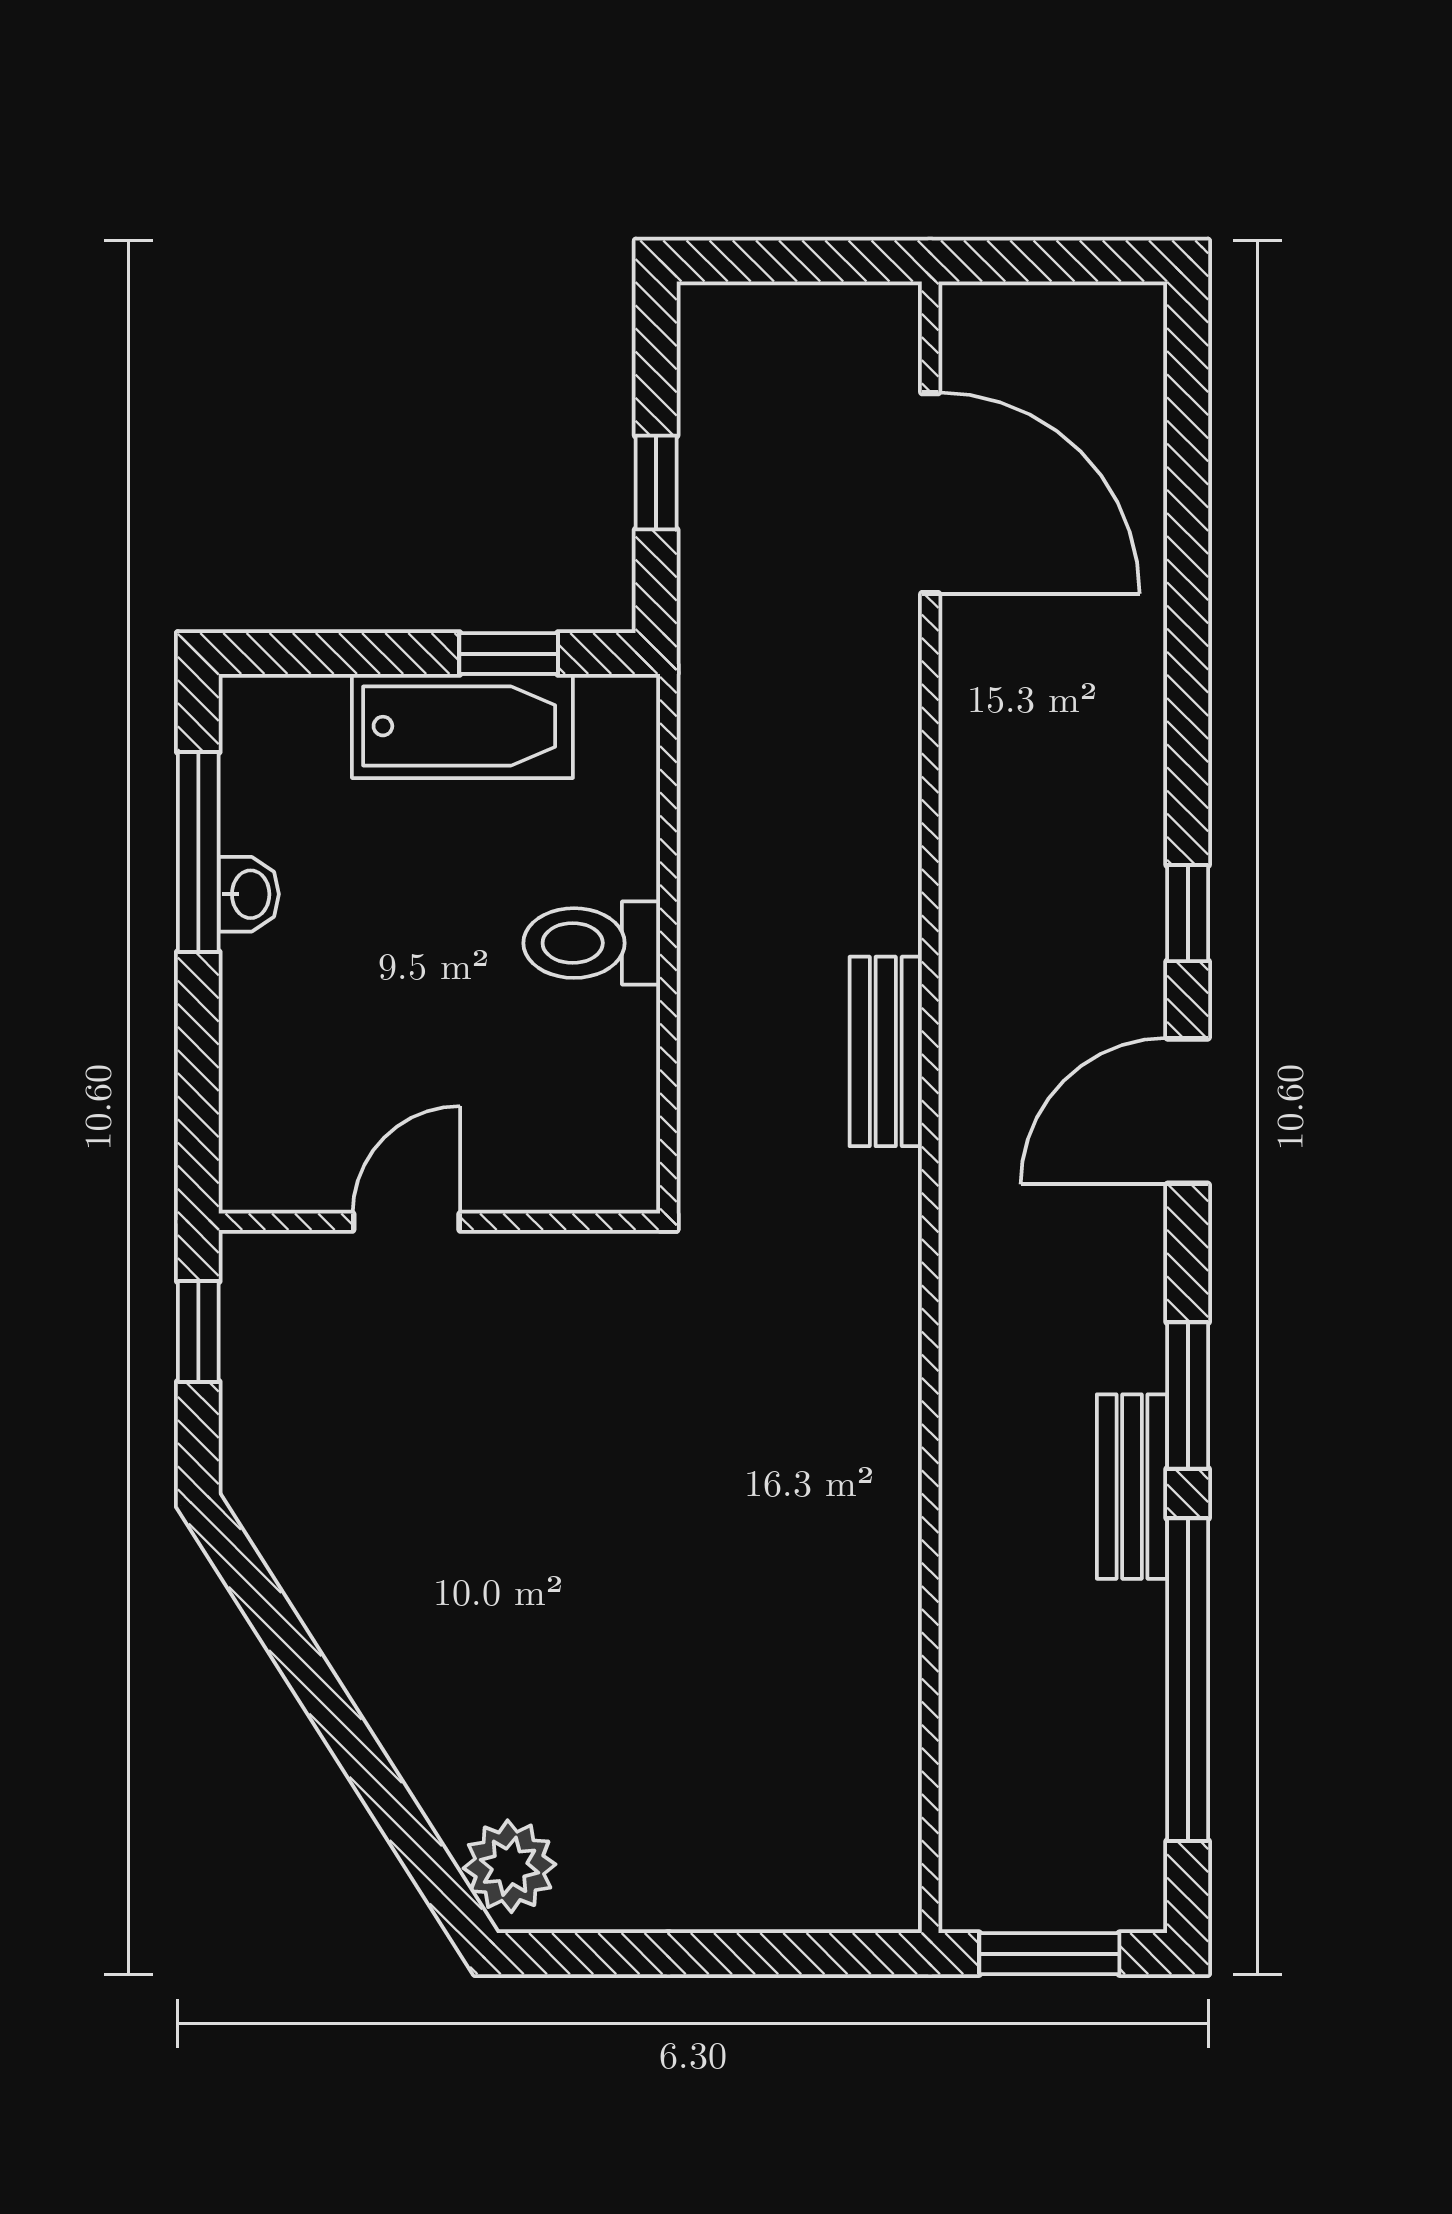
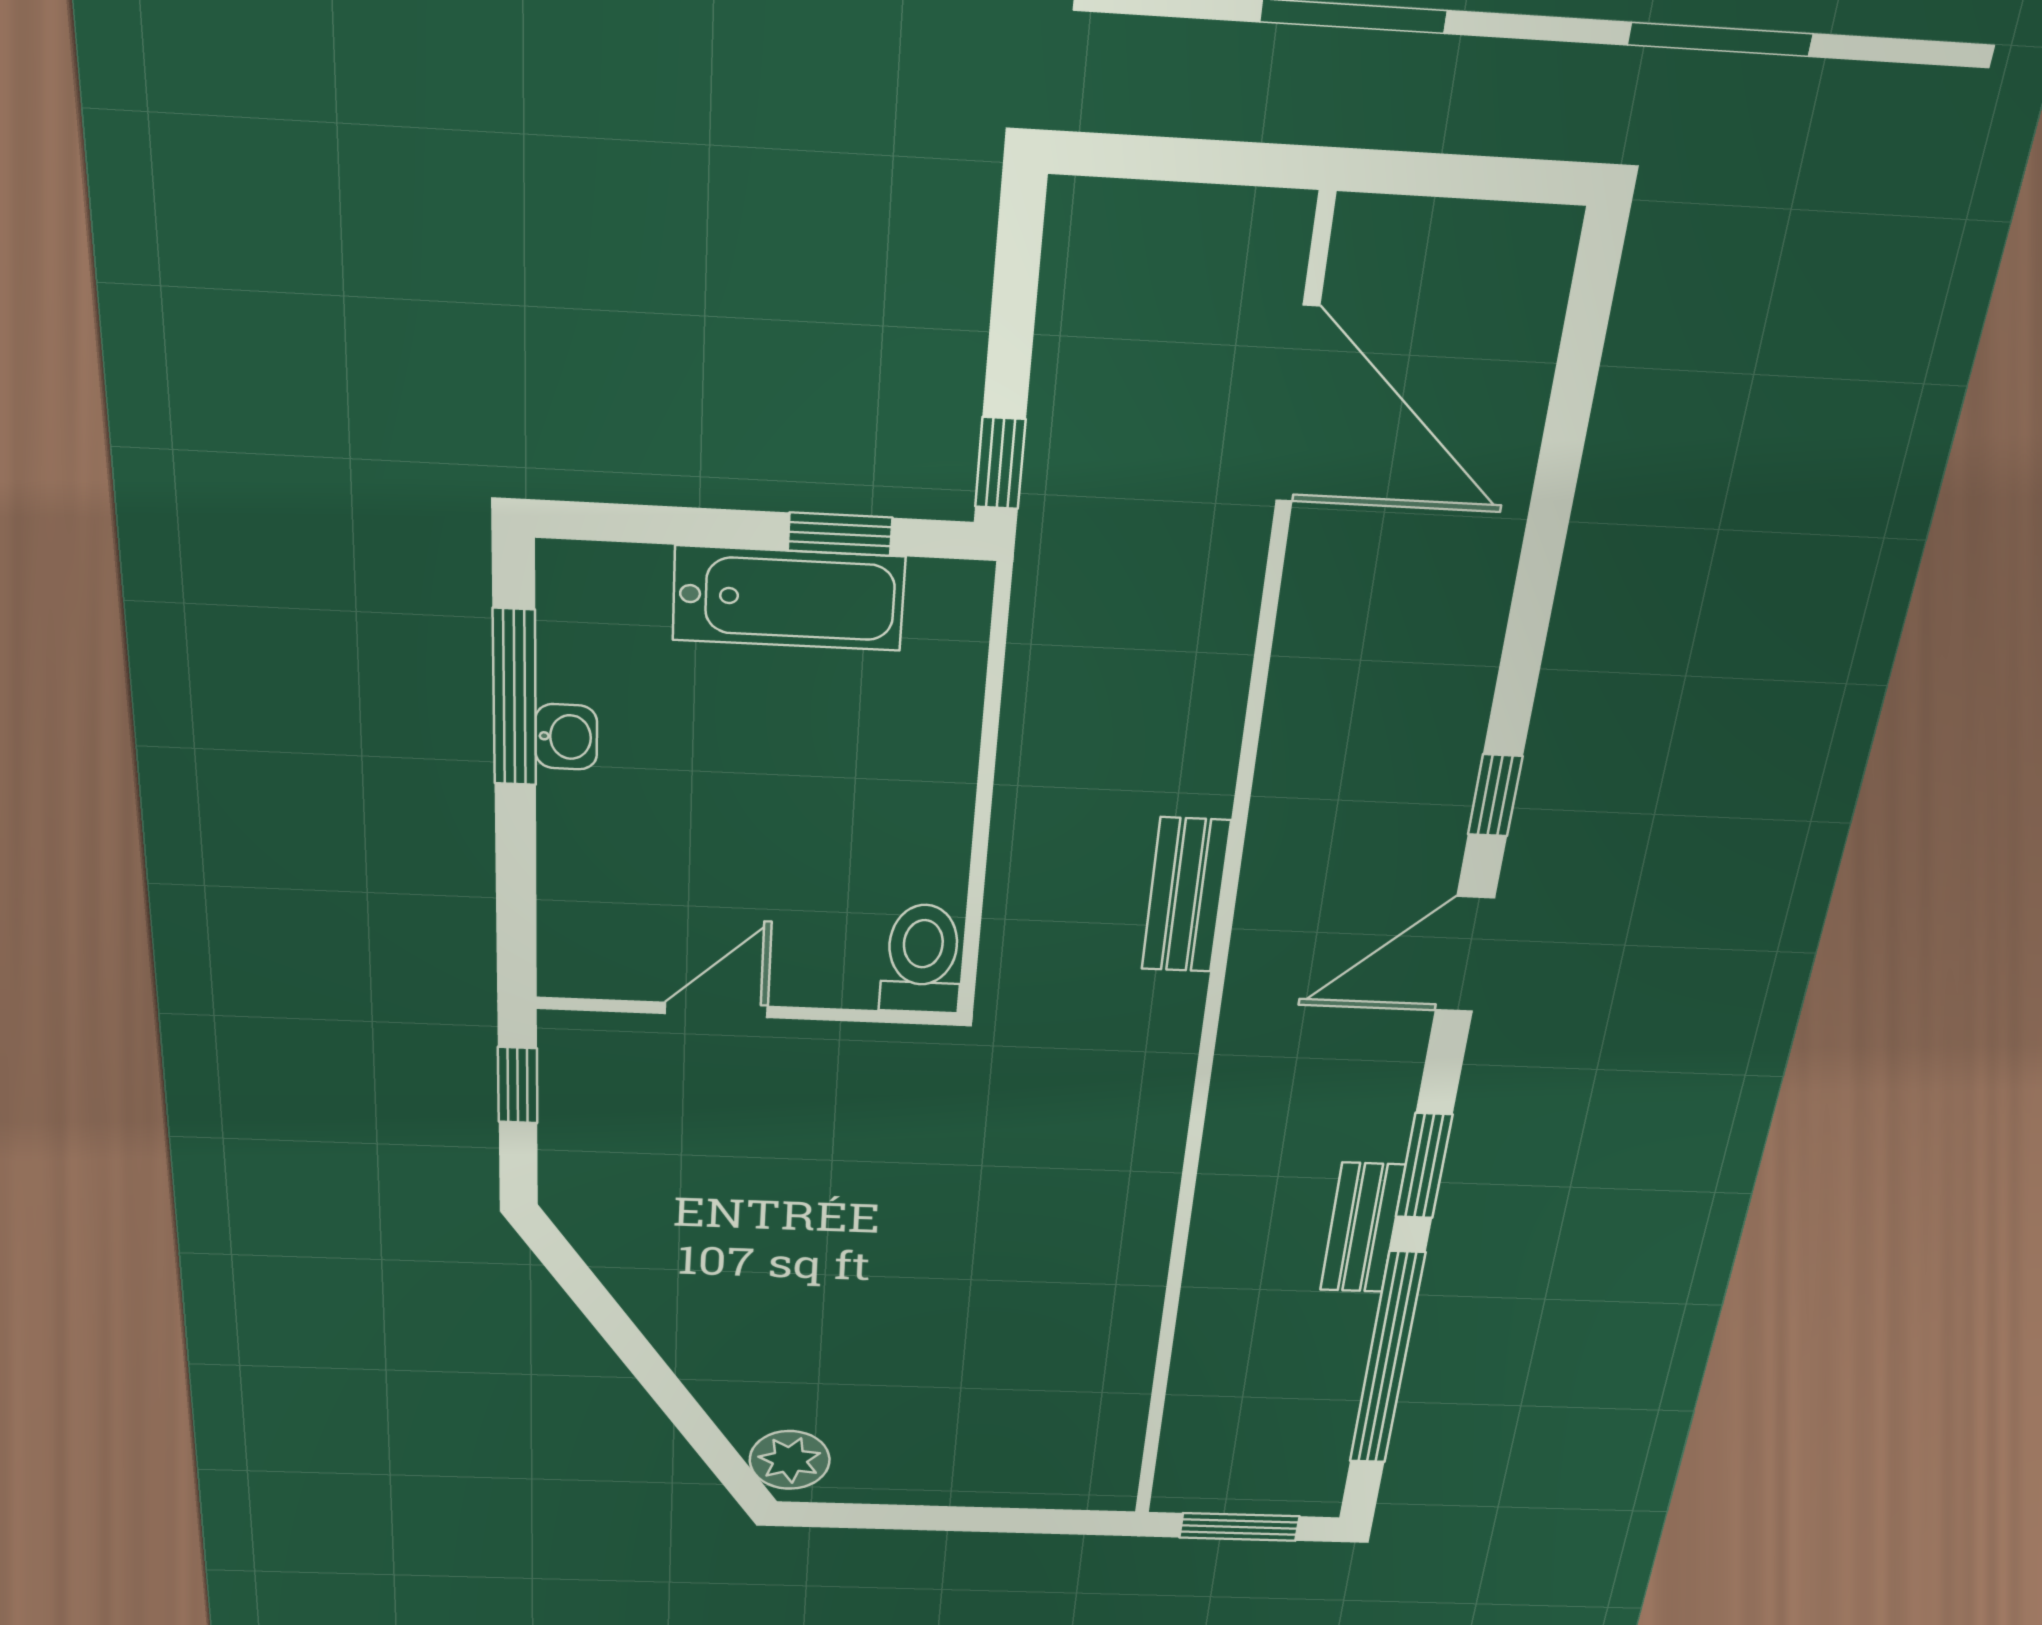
window: (656, 483) -> (1000, 463), moved
toilet: (592, 943) -> (922, 959), moved, turned 90

